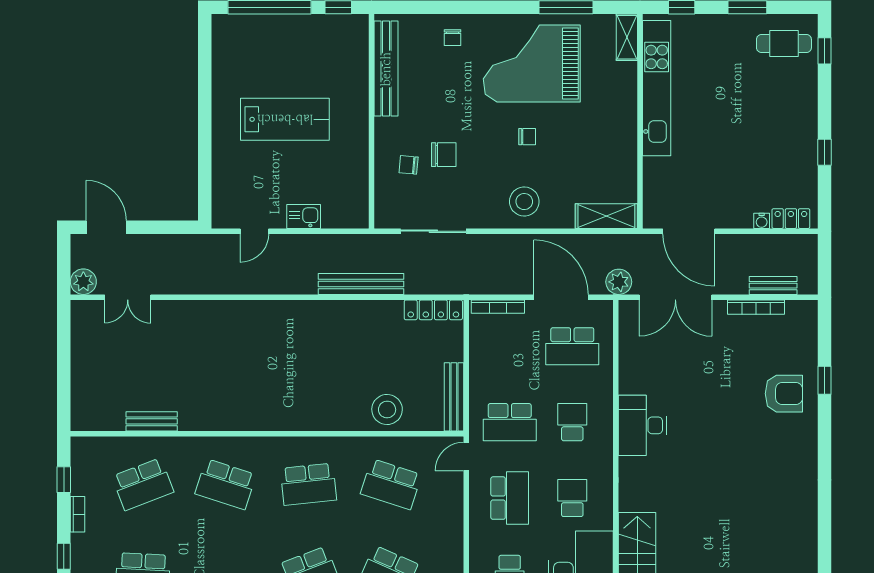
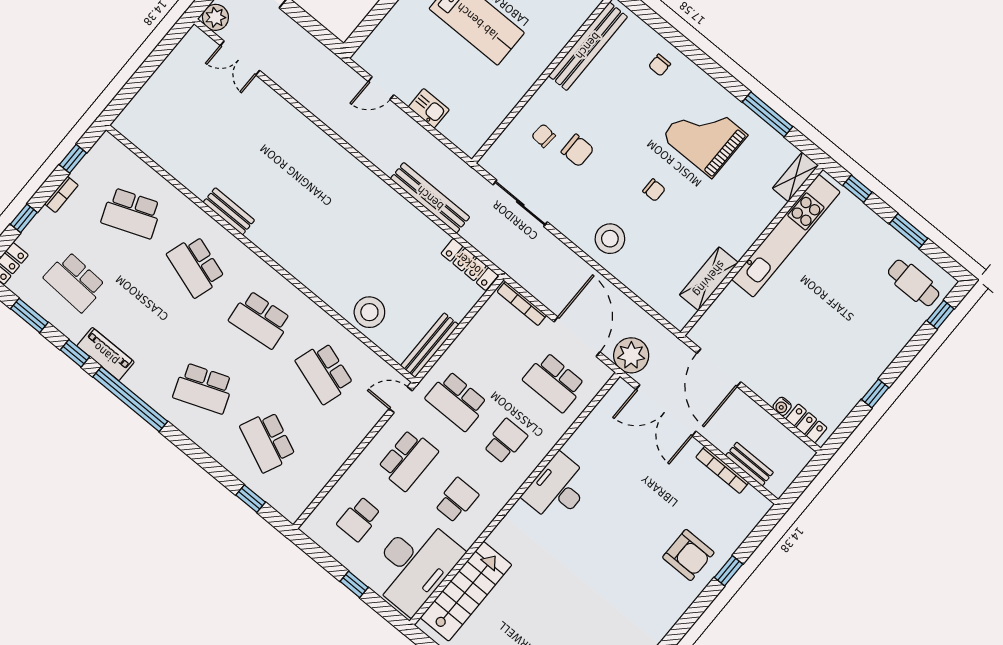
grand piano: (532, 63) -> (705, 136), width x0.73, depth x0.68
shelving: (606, 216) -> (709, 279), moved, turned 90
plant: (619, 282) -> (631, 355), width x1.36, depth x1.36
bench: (152, 421) -> (229, 211), moved

